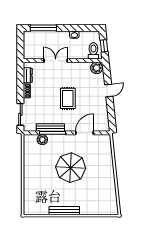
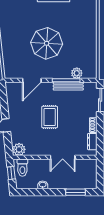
window: (43, 28) -> (76, 192), width x0.69

